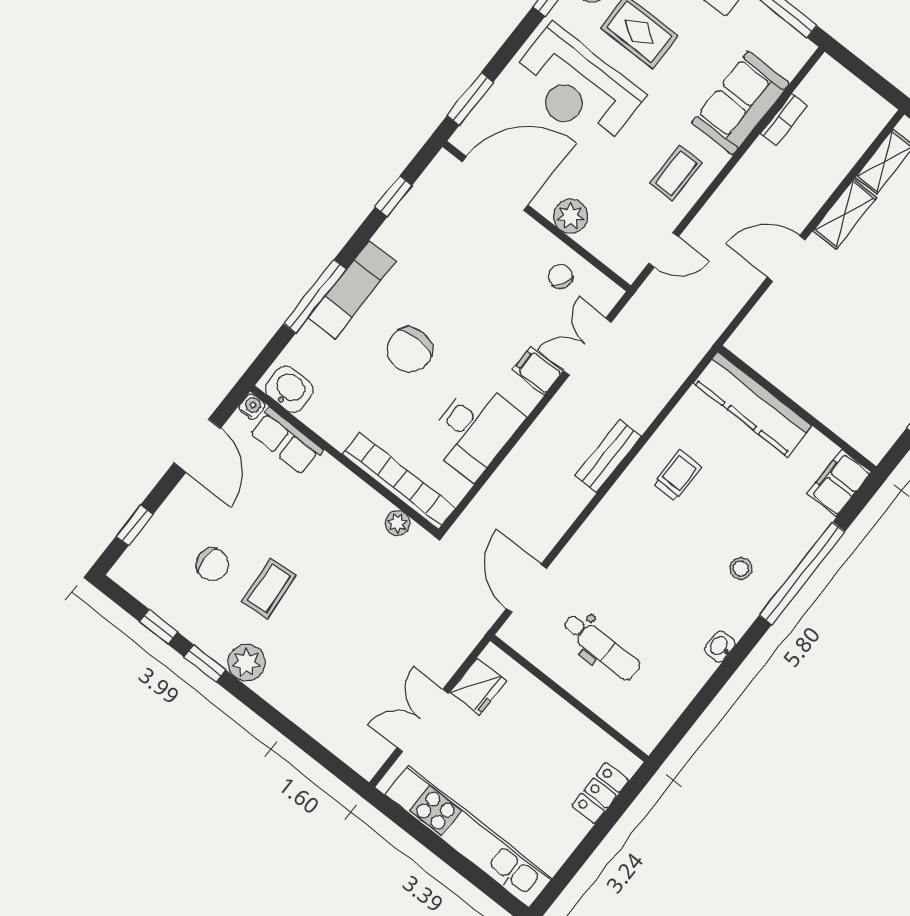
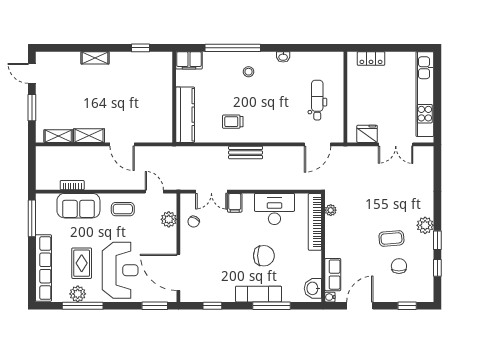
plant: (571, 216) -> (169, 219), moved

